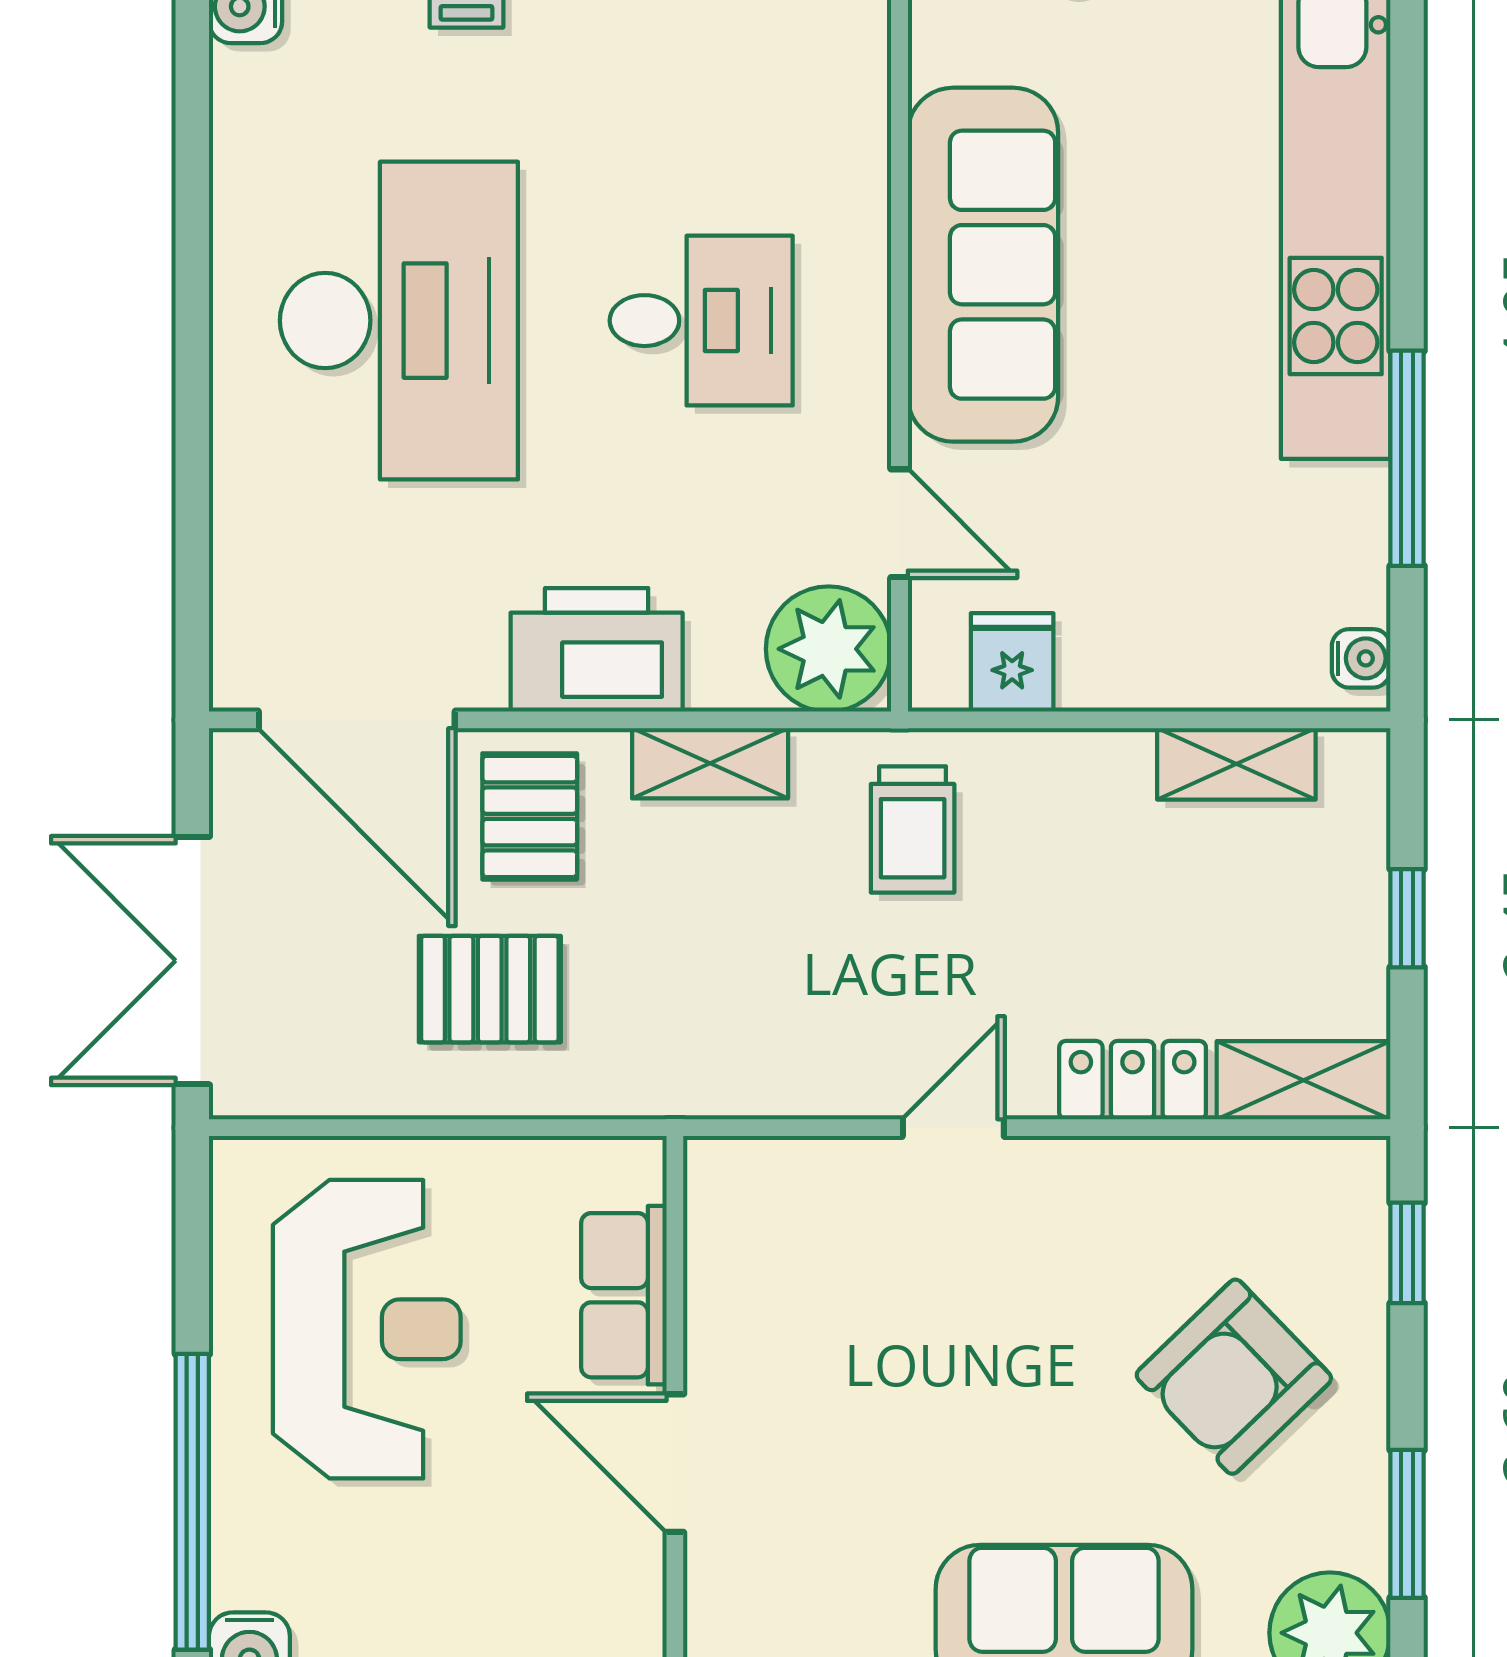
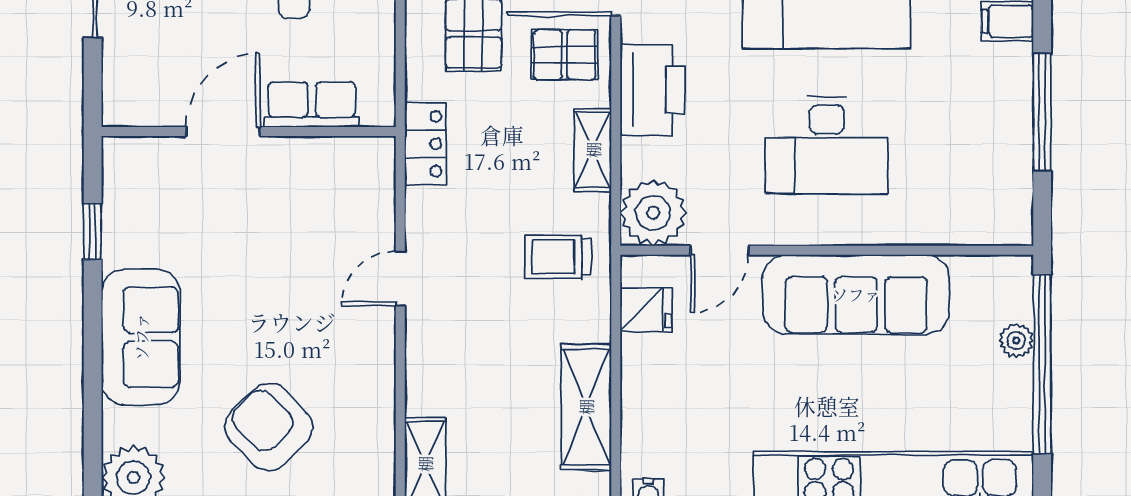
desk: (701, 321) -> (827, 145), width x1.37
shelving: (1236, 764) -> (586, 407), width x1.50, depth x1.33
locker: (1133, 1080) -> (425, 144), moved
door: (953, 1128) -> (400, 279), swing flipped

